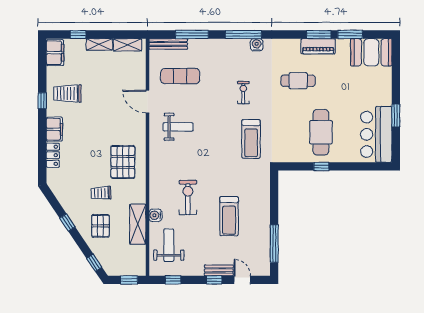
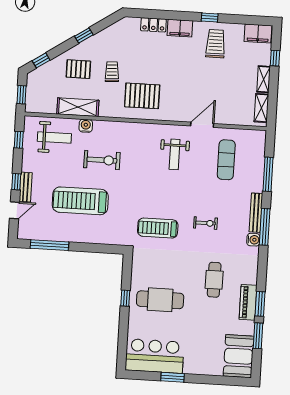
bench: (168, 44) -> (256, 213), moved
treadmill: (229, 216) -> (80, 201), width x1.37, depth x1.38

